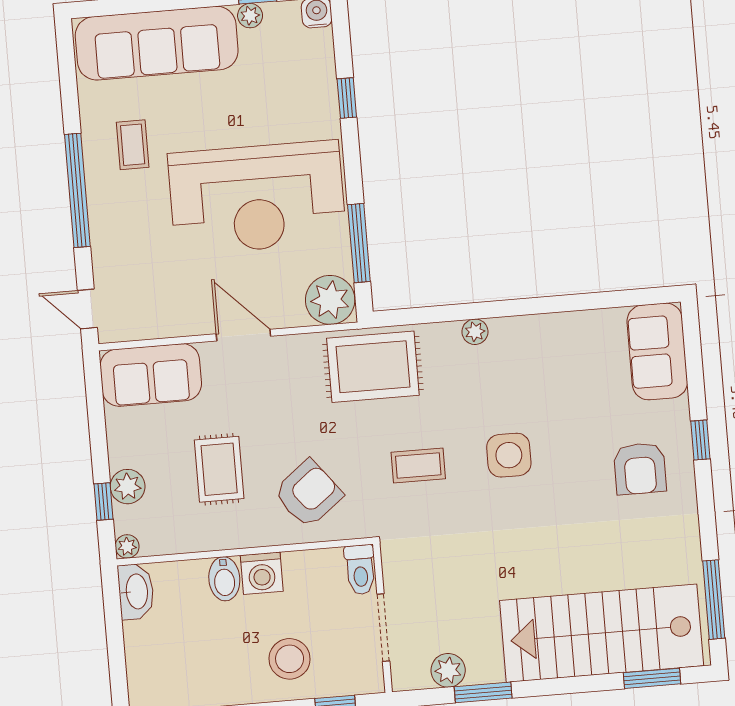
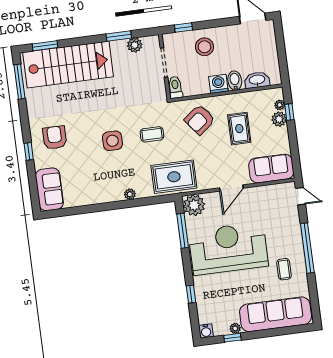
door: (243, 335) -> (231, 188), hinge flipped
plant: (127, 546) -> (280, 105), moved
washbasin: (136, 592) -> (257, 80), moved, turned 90

